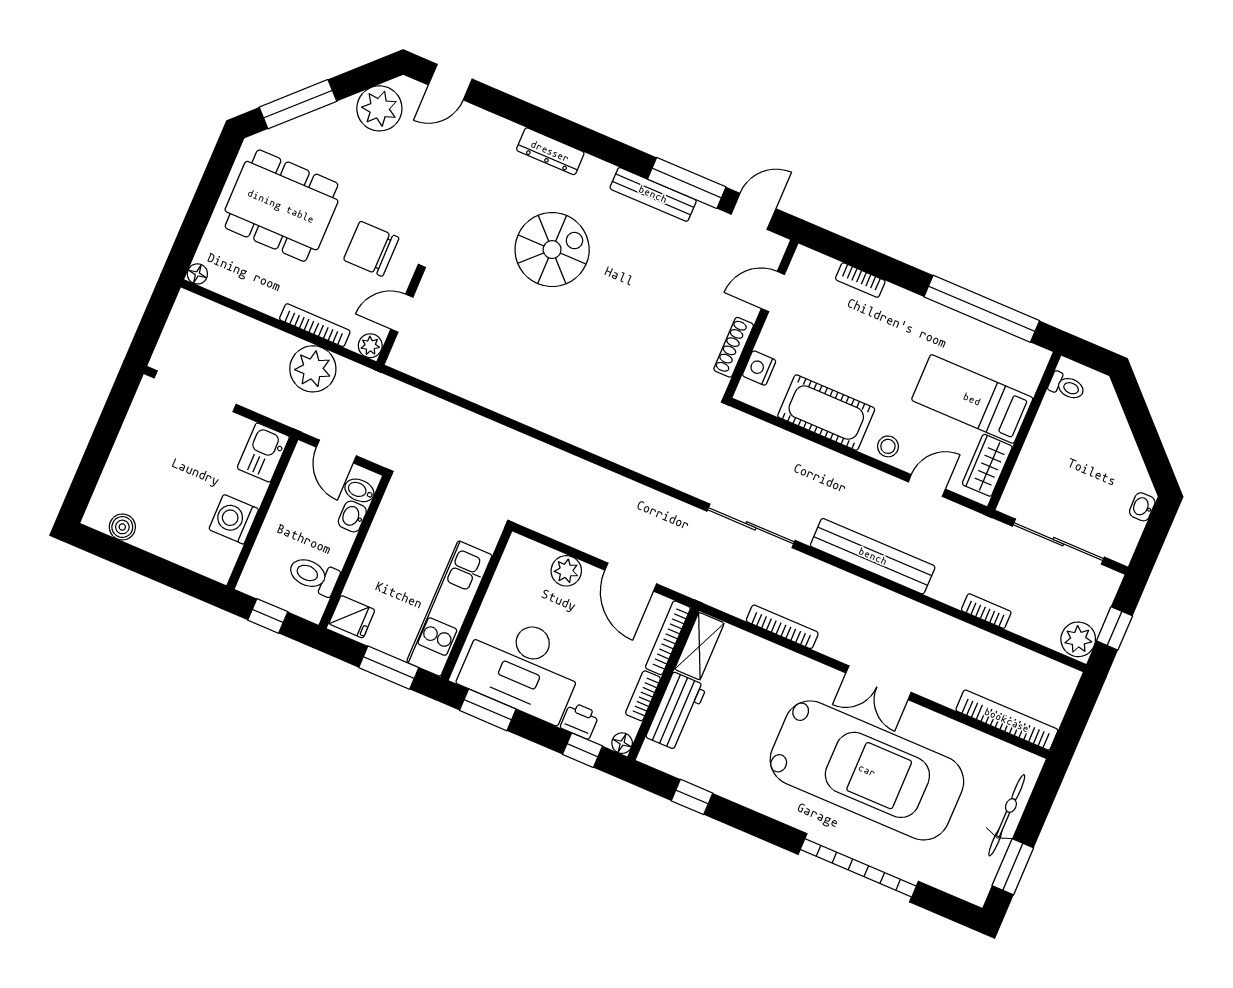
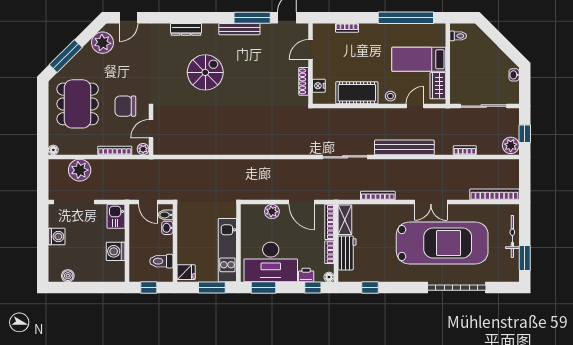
dining table: (281, 206) -> (78, 104), turned 90
plant: (313, 369) -> (80, 170), moved
washing machine: (133, 443) -> (57, 236), added

